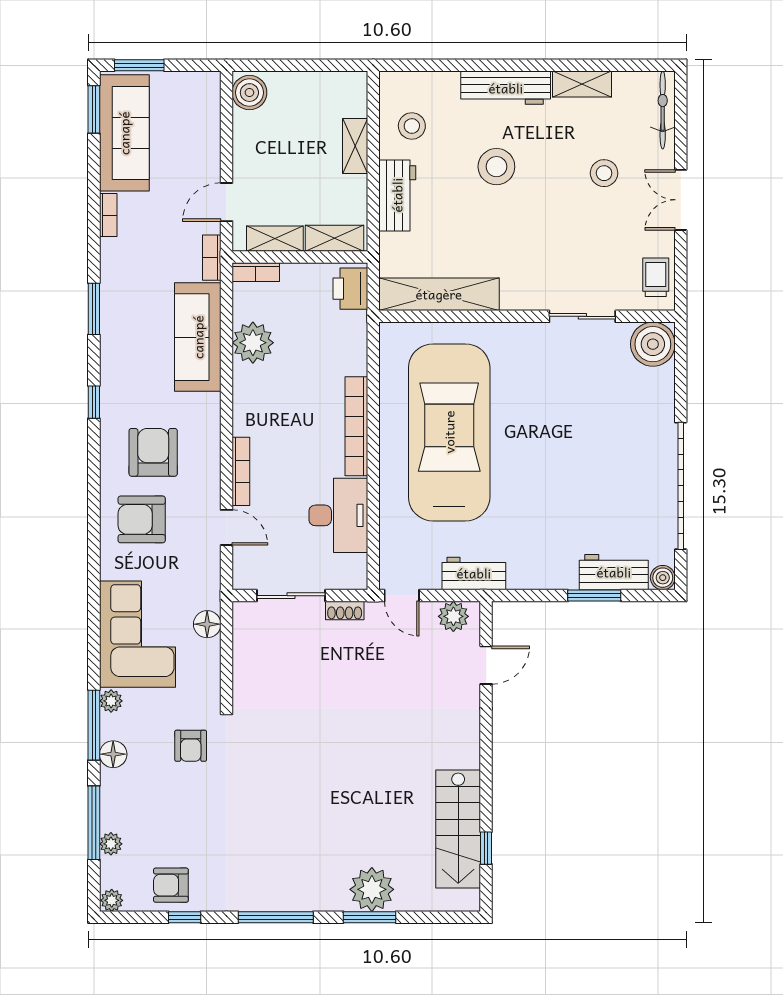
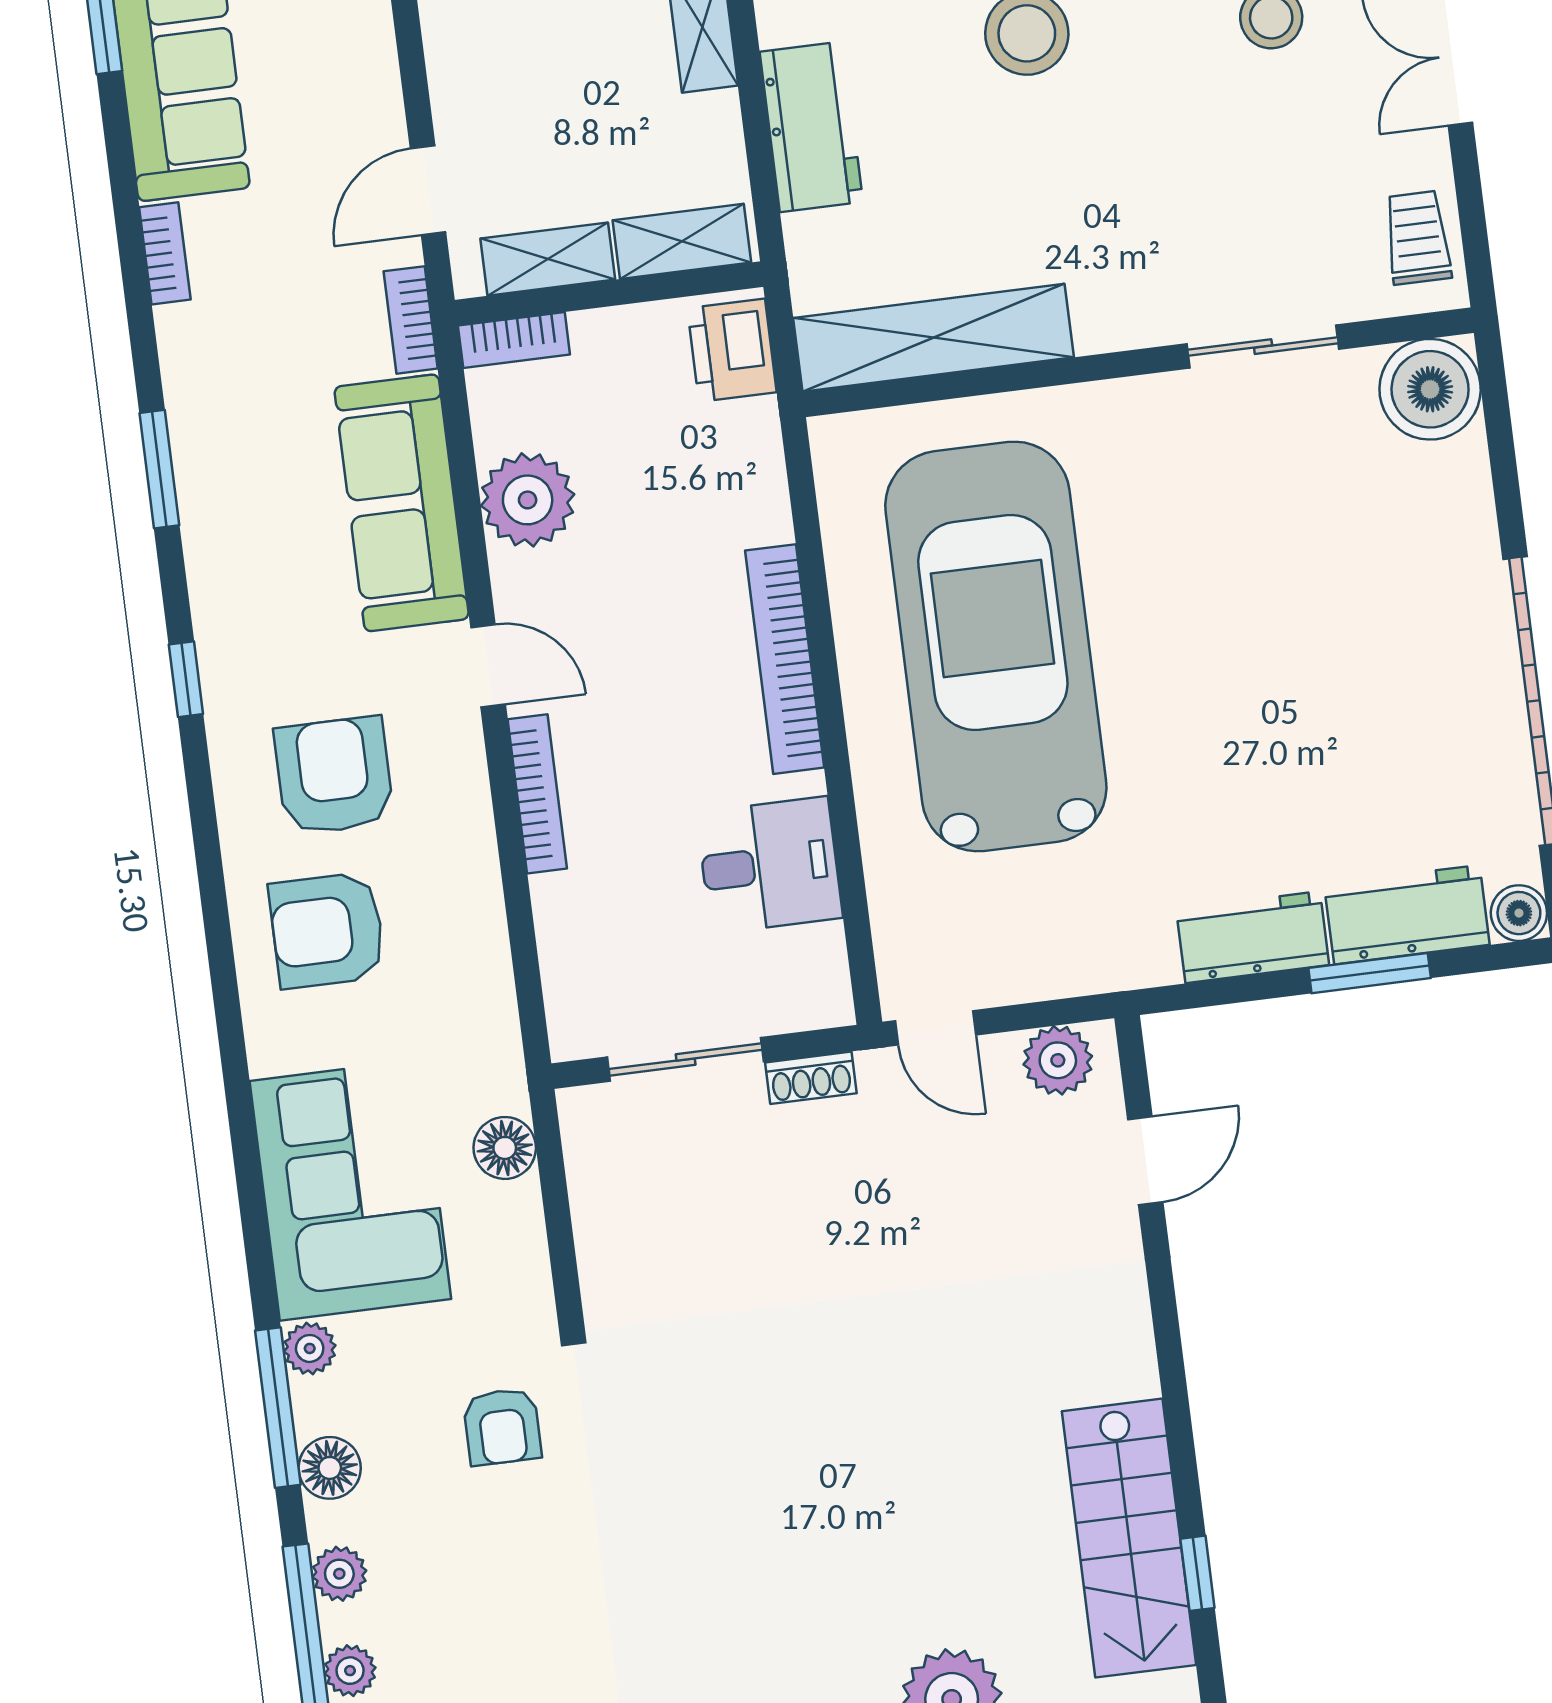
desk: (338, 515) -> (769, 865), width x0.73
door: (226, 527) -> (488, 666), moved
workbench: (474, 573) -> (1253, 937), moved
plant: (112, 801) -> (339, 1574), added

